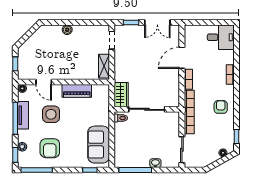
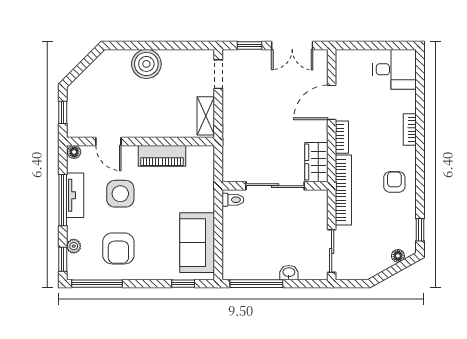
boiler: (67, 30) -> (146, 64), width x1.86, depth x1.86
wardrobe: (121, 95) -> (316, 162), moved, turned 180

